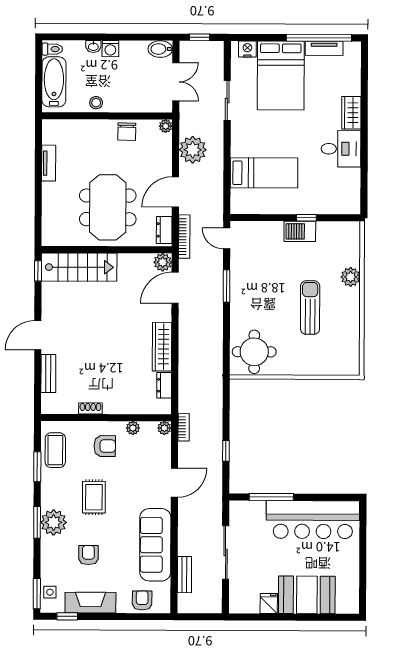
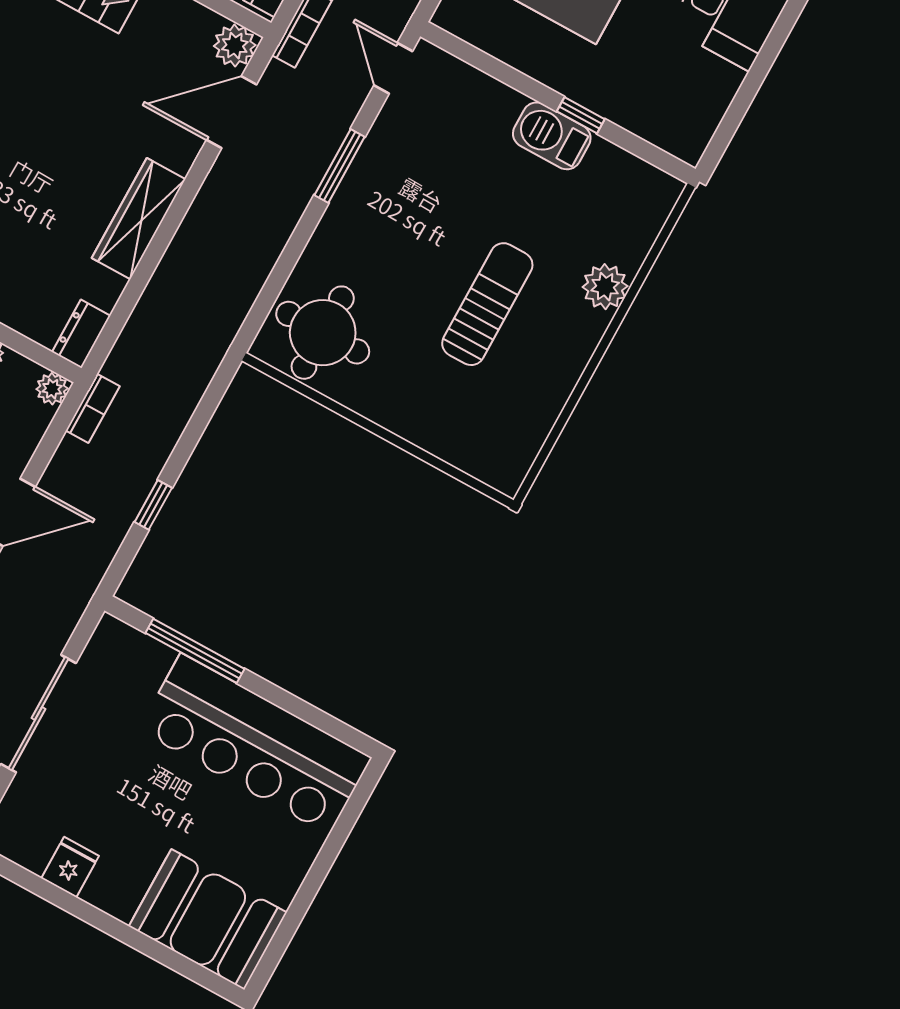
dresser: (164, 385) -> (81, 334), moved
booth: (307, 595) -> (208, 919), moved

